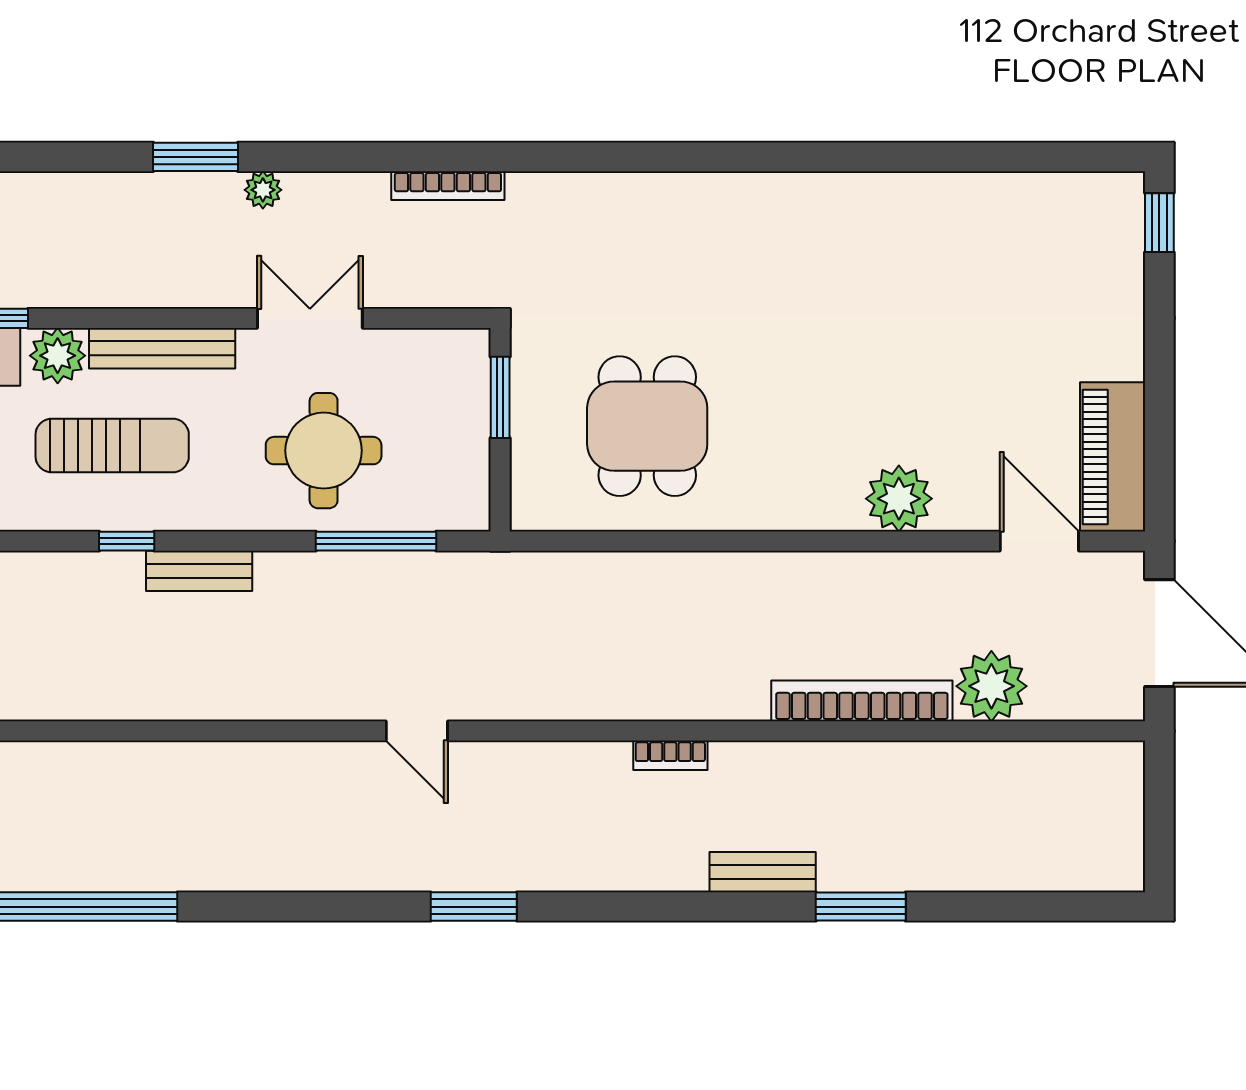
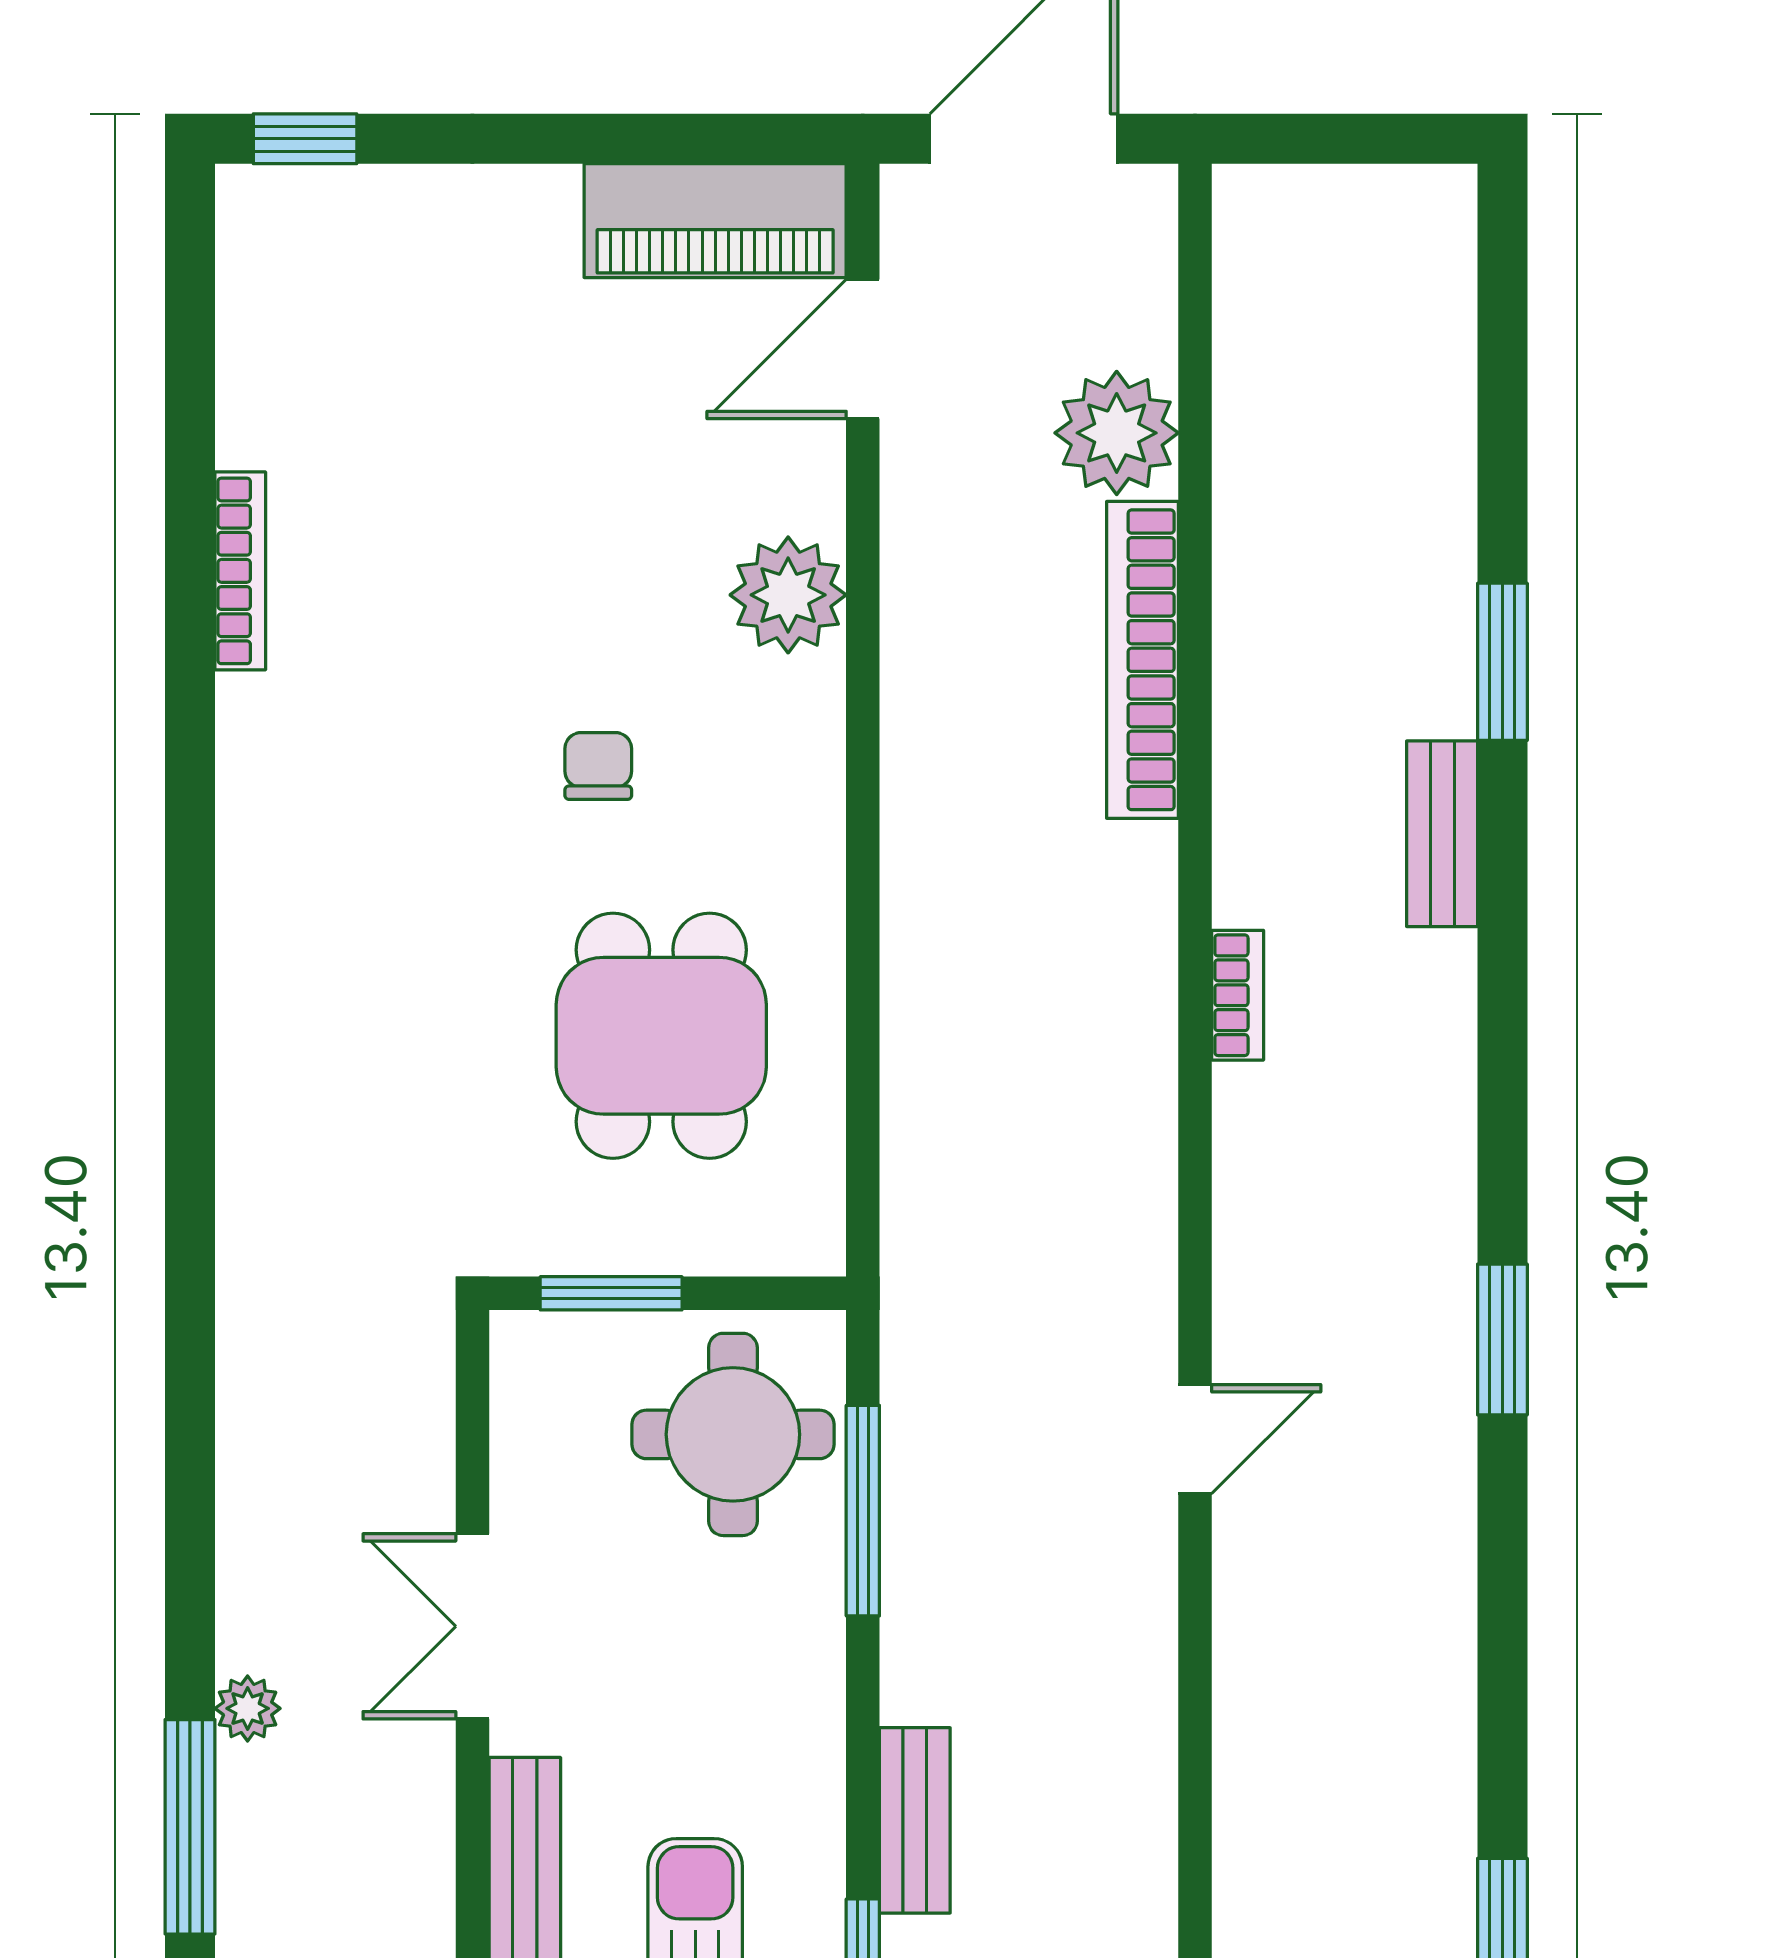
window: (195, 157) -> (190, 1827), width x1.44
bookcase: (448, 186) -> (240, 571), moved
chair: (801, 390) -> (598, 766), added
dining table: (647, 426) -> (661, 1036), turned 90
round table: (324, 451) -> (733, 1434), moved

